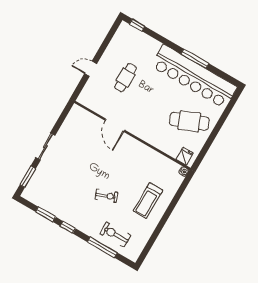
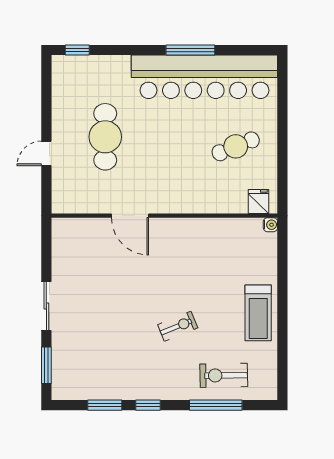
cafe table: (126, 78) -> (105, 137), width x1.37, depth x1.35
cafe table: (189, 121) -> (236, 146), width x0.73, depth x0.74
treadmill: (148, 201) -> (258, 313), moved

